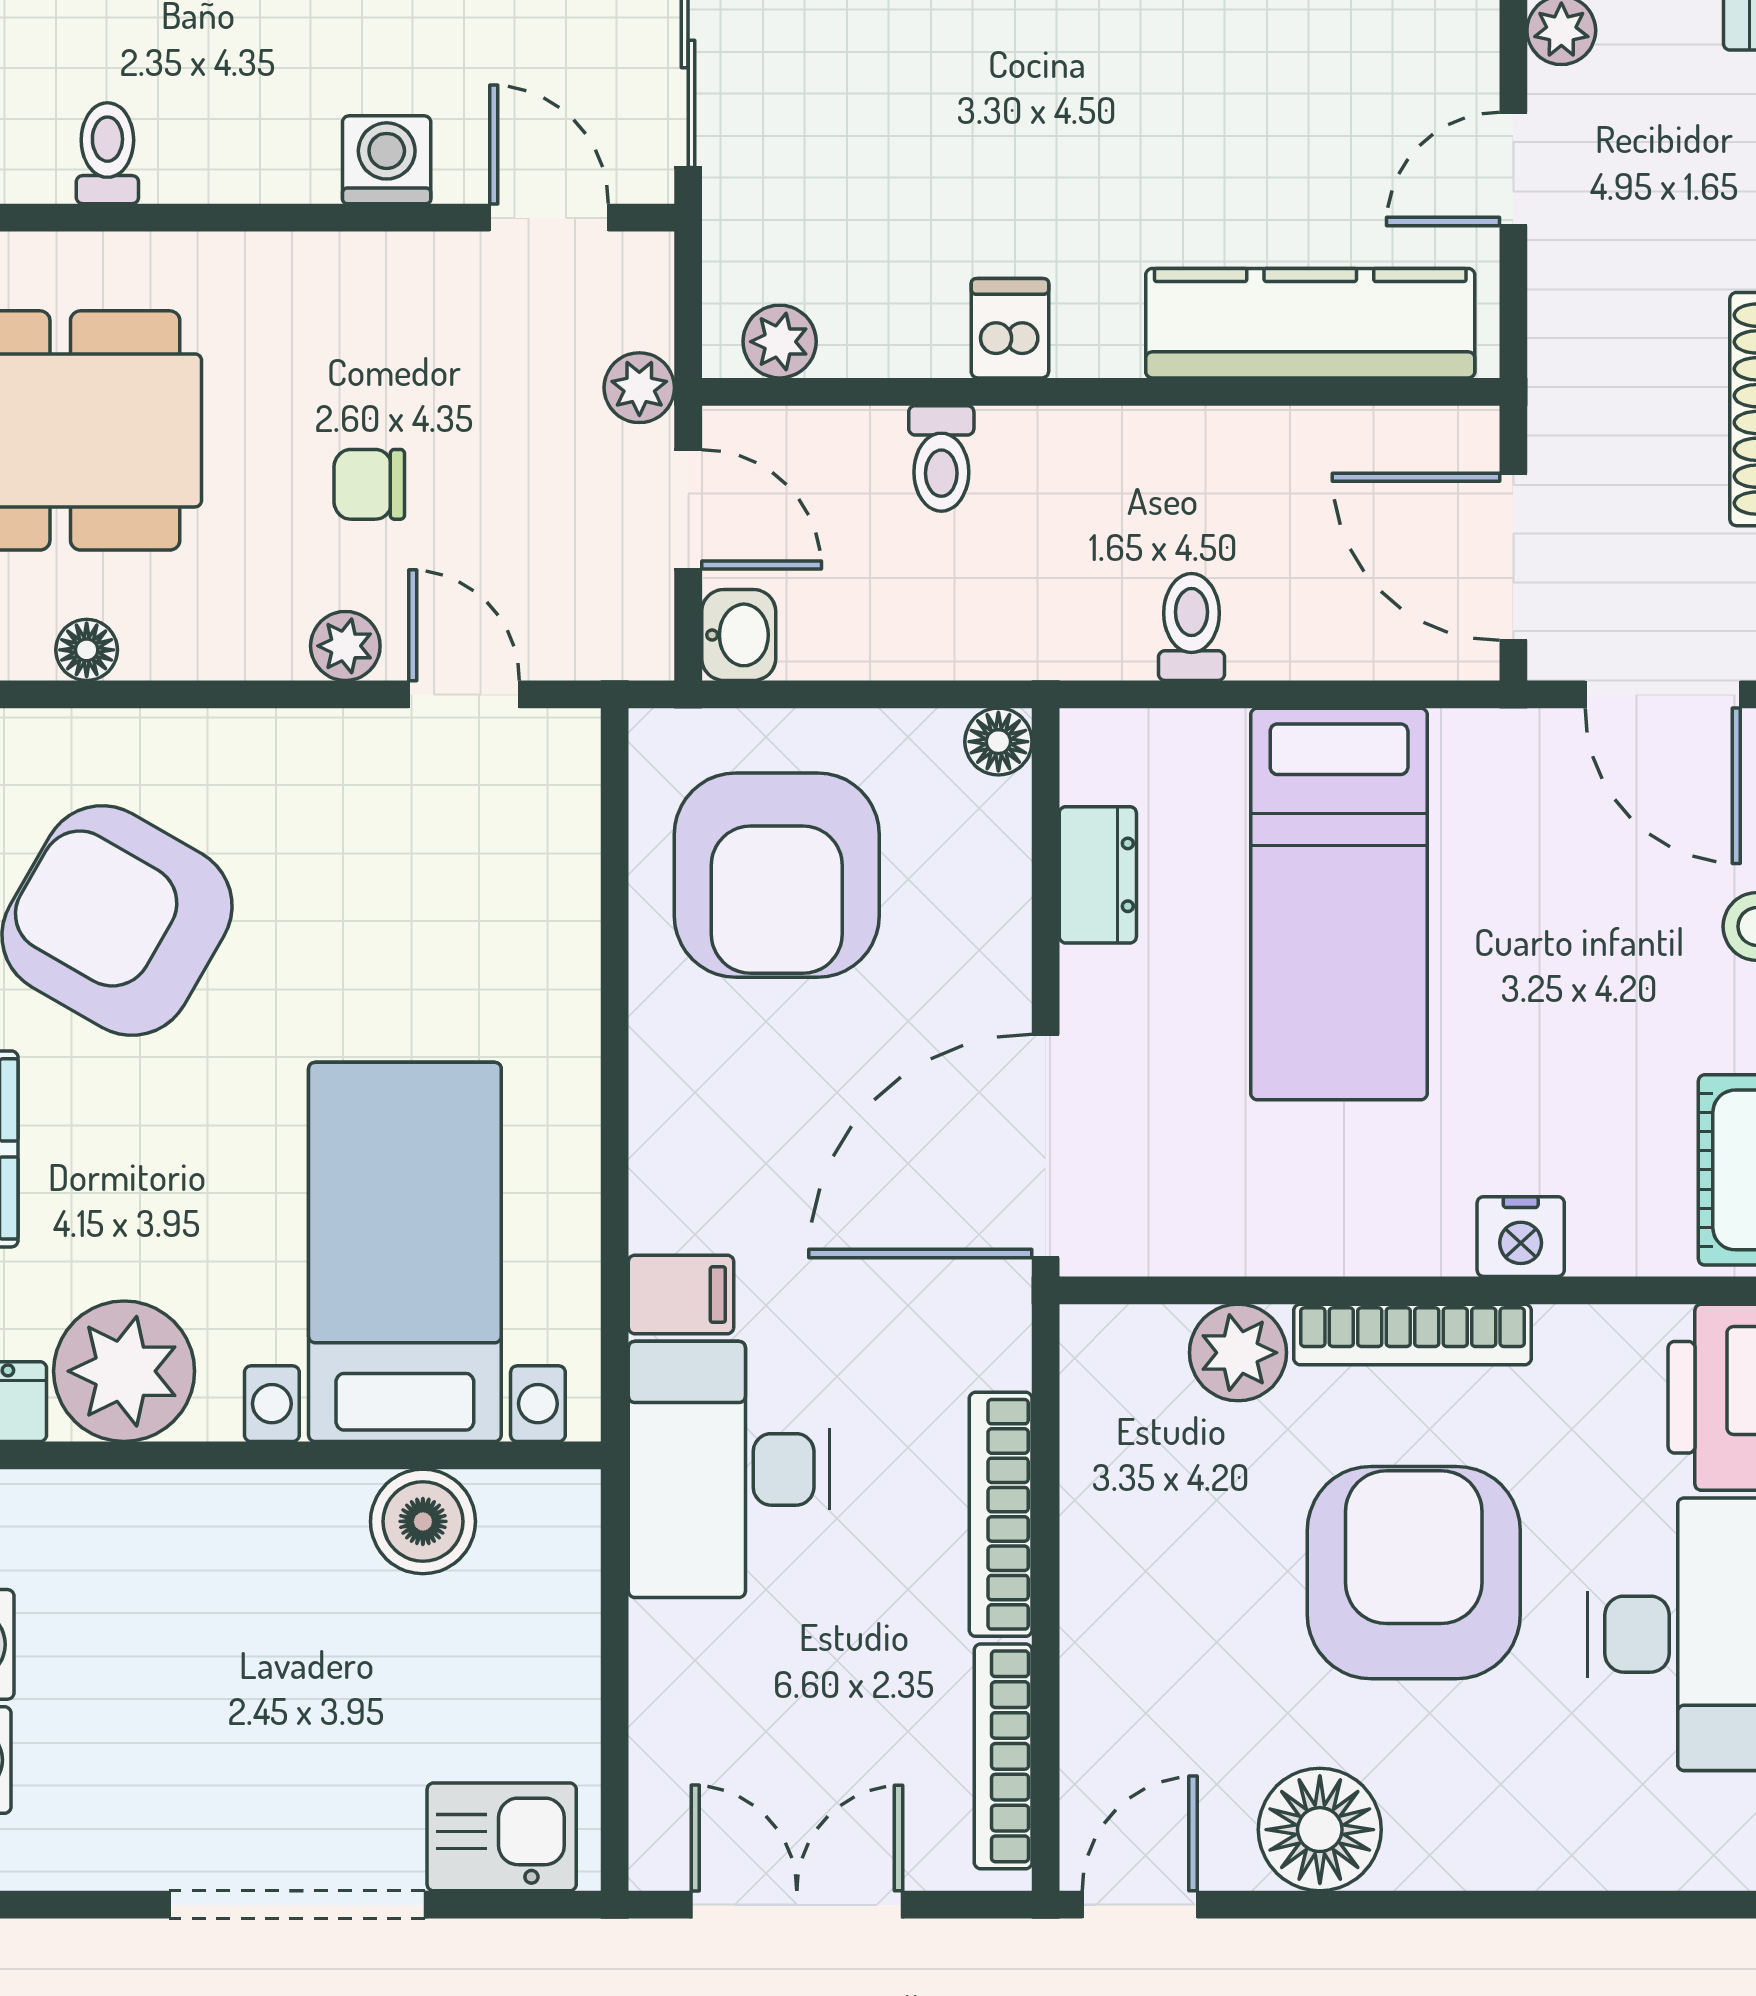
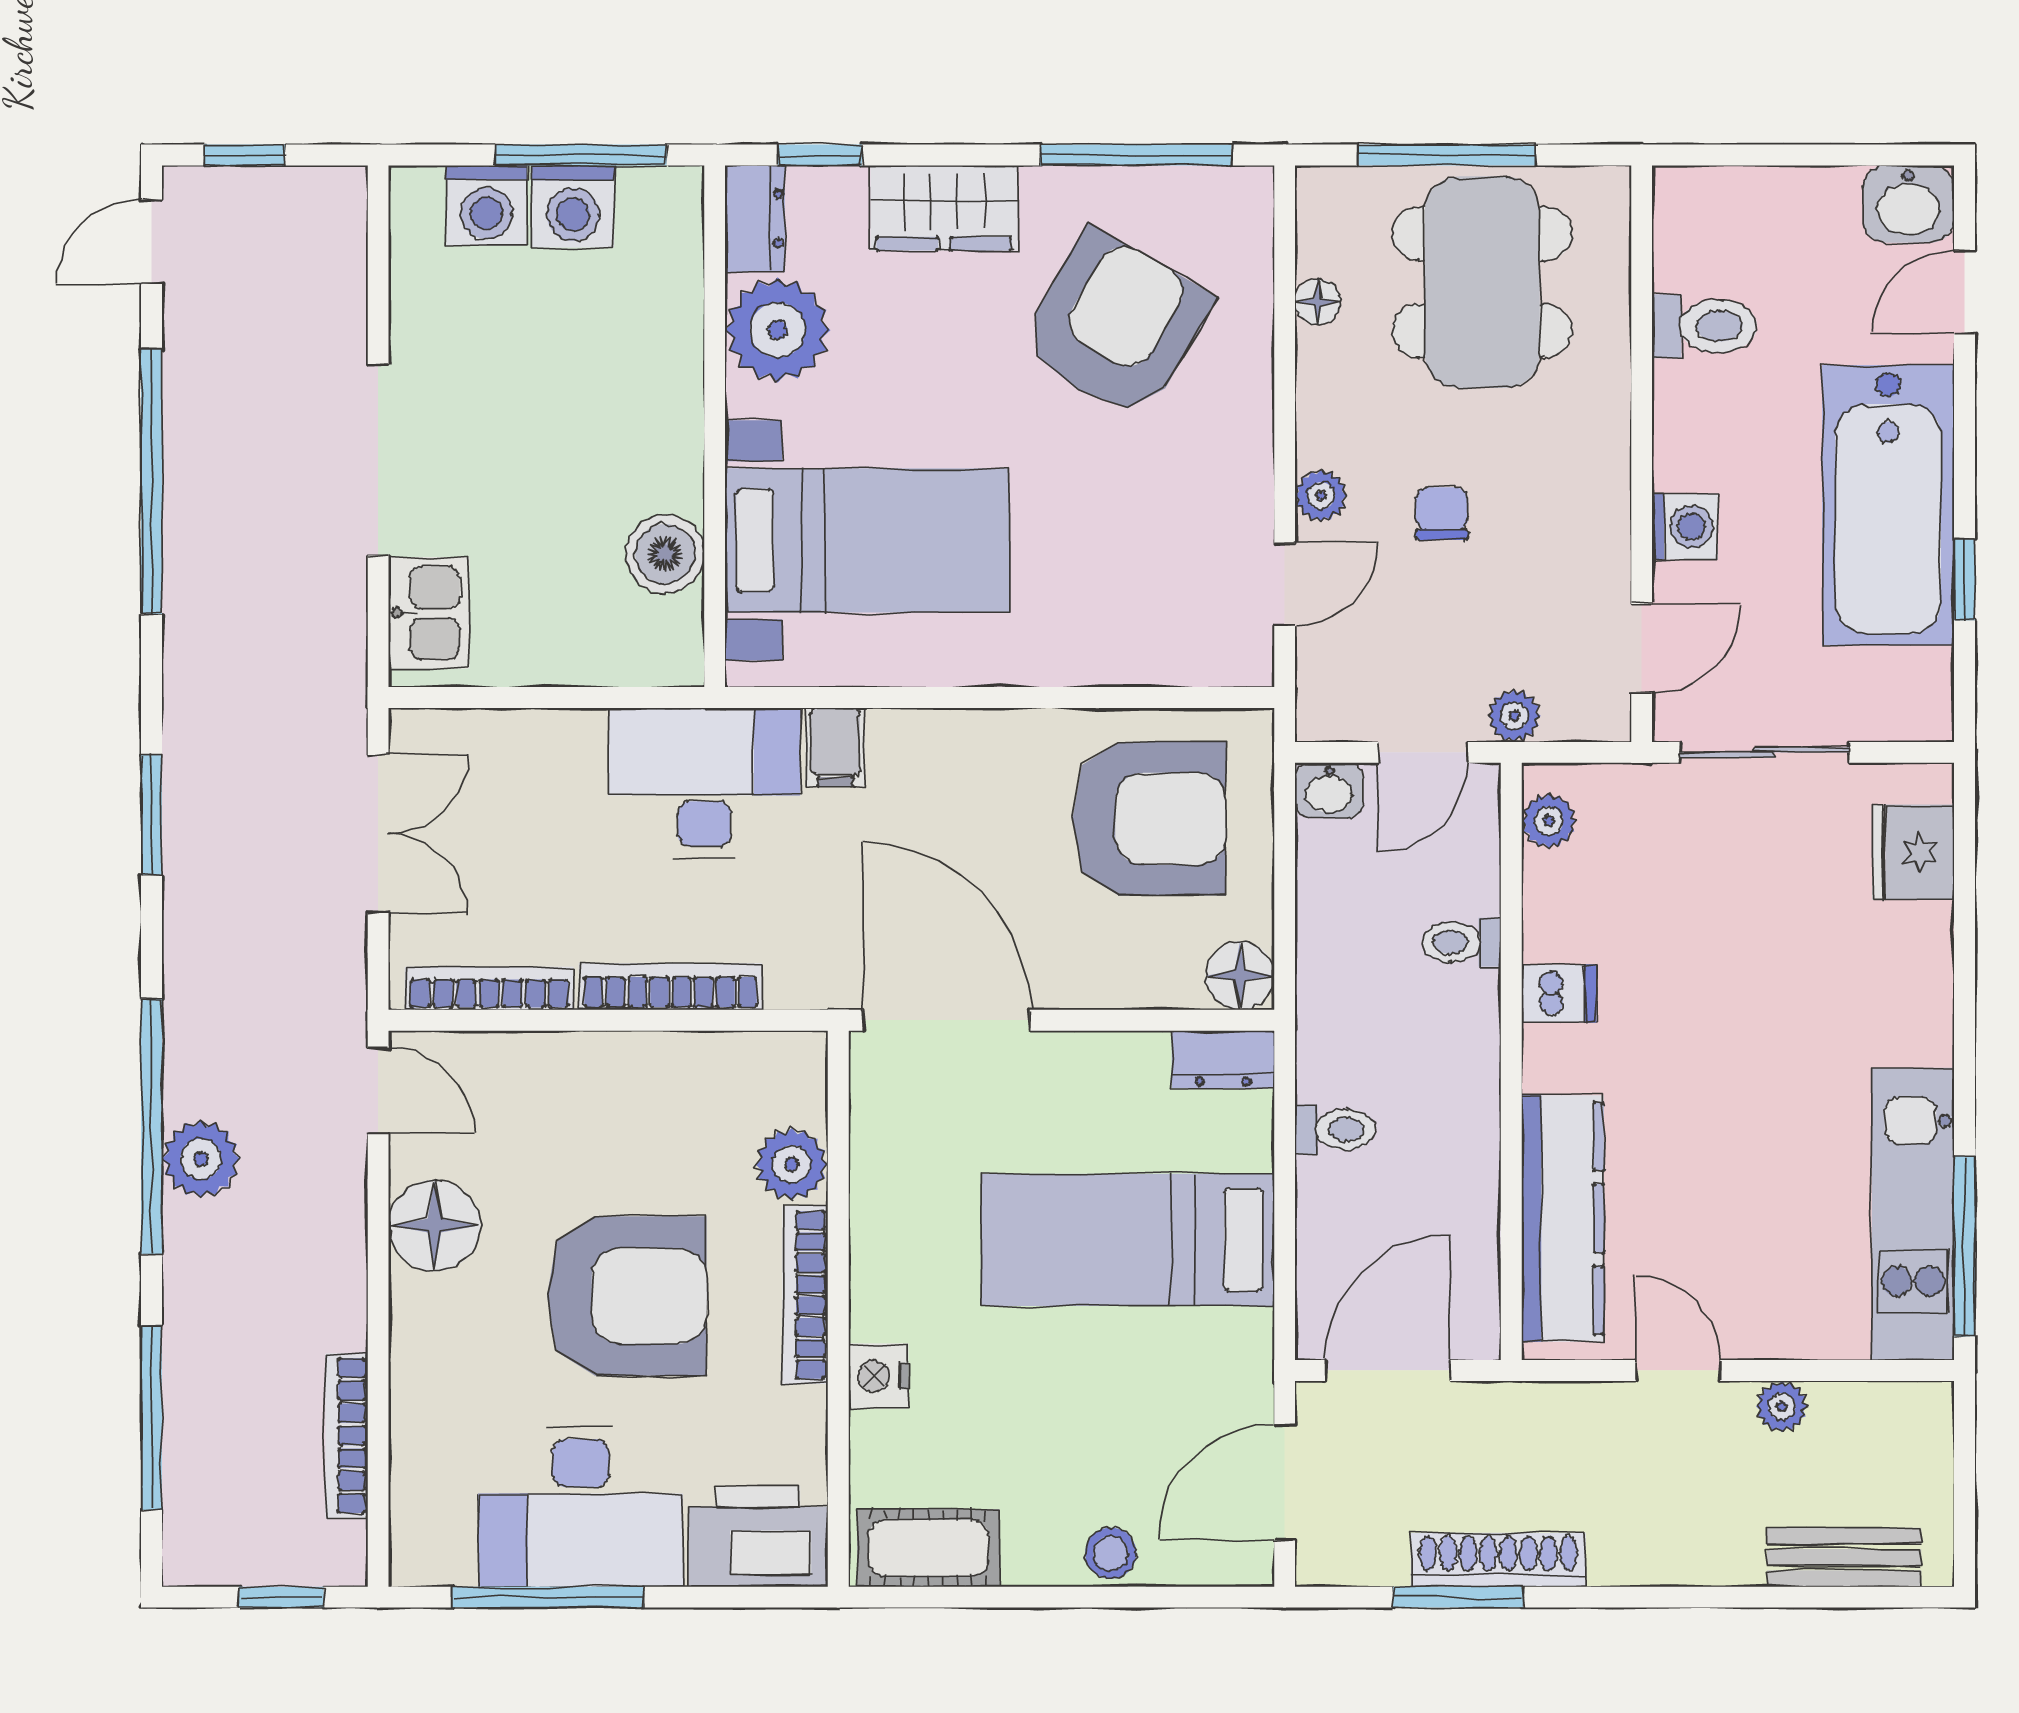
toilet: (107, 153) -> (1705, 326), width x1.37, depth x1.39
floor lamp: (998, 742) -> (1240, 976), width x1.37, depth x1.37
armchair: (777, 875) -> (1149, 819), turned 180
dresser: (1098, 875) -> (1223, 1059), moved
bookcase: (1600, 1947) -> (347, 1436), added

